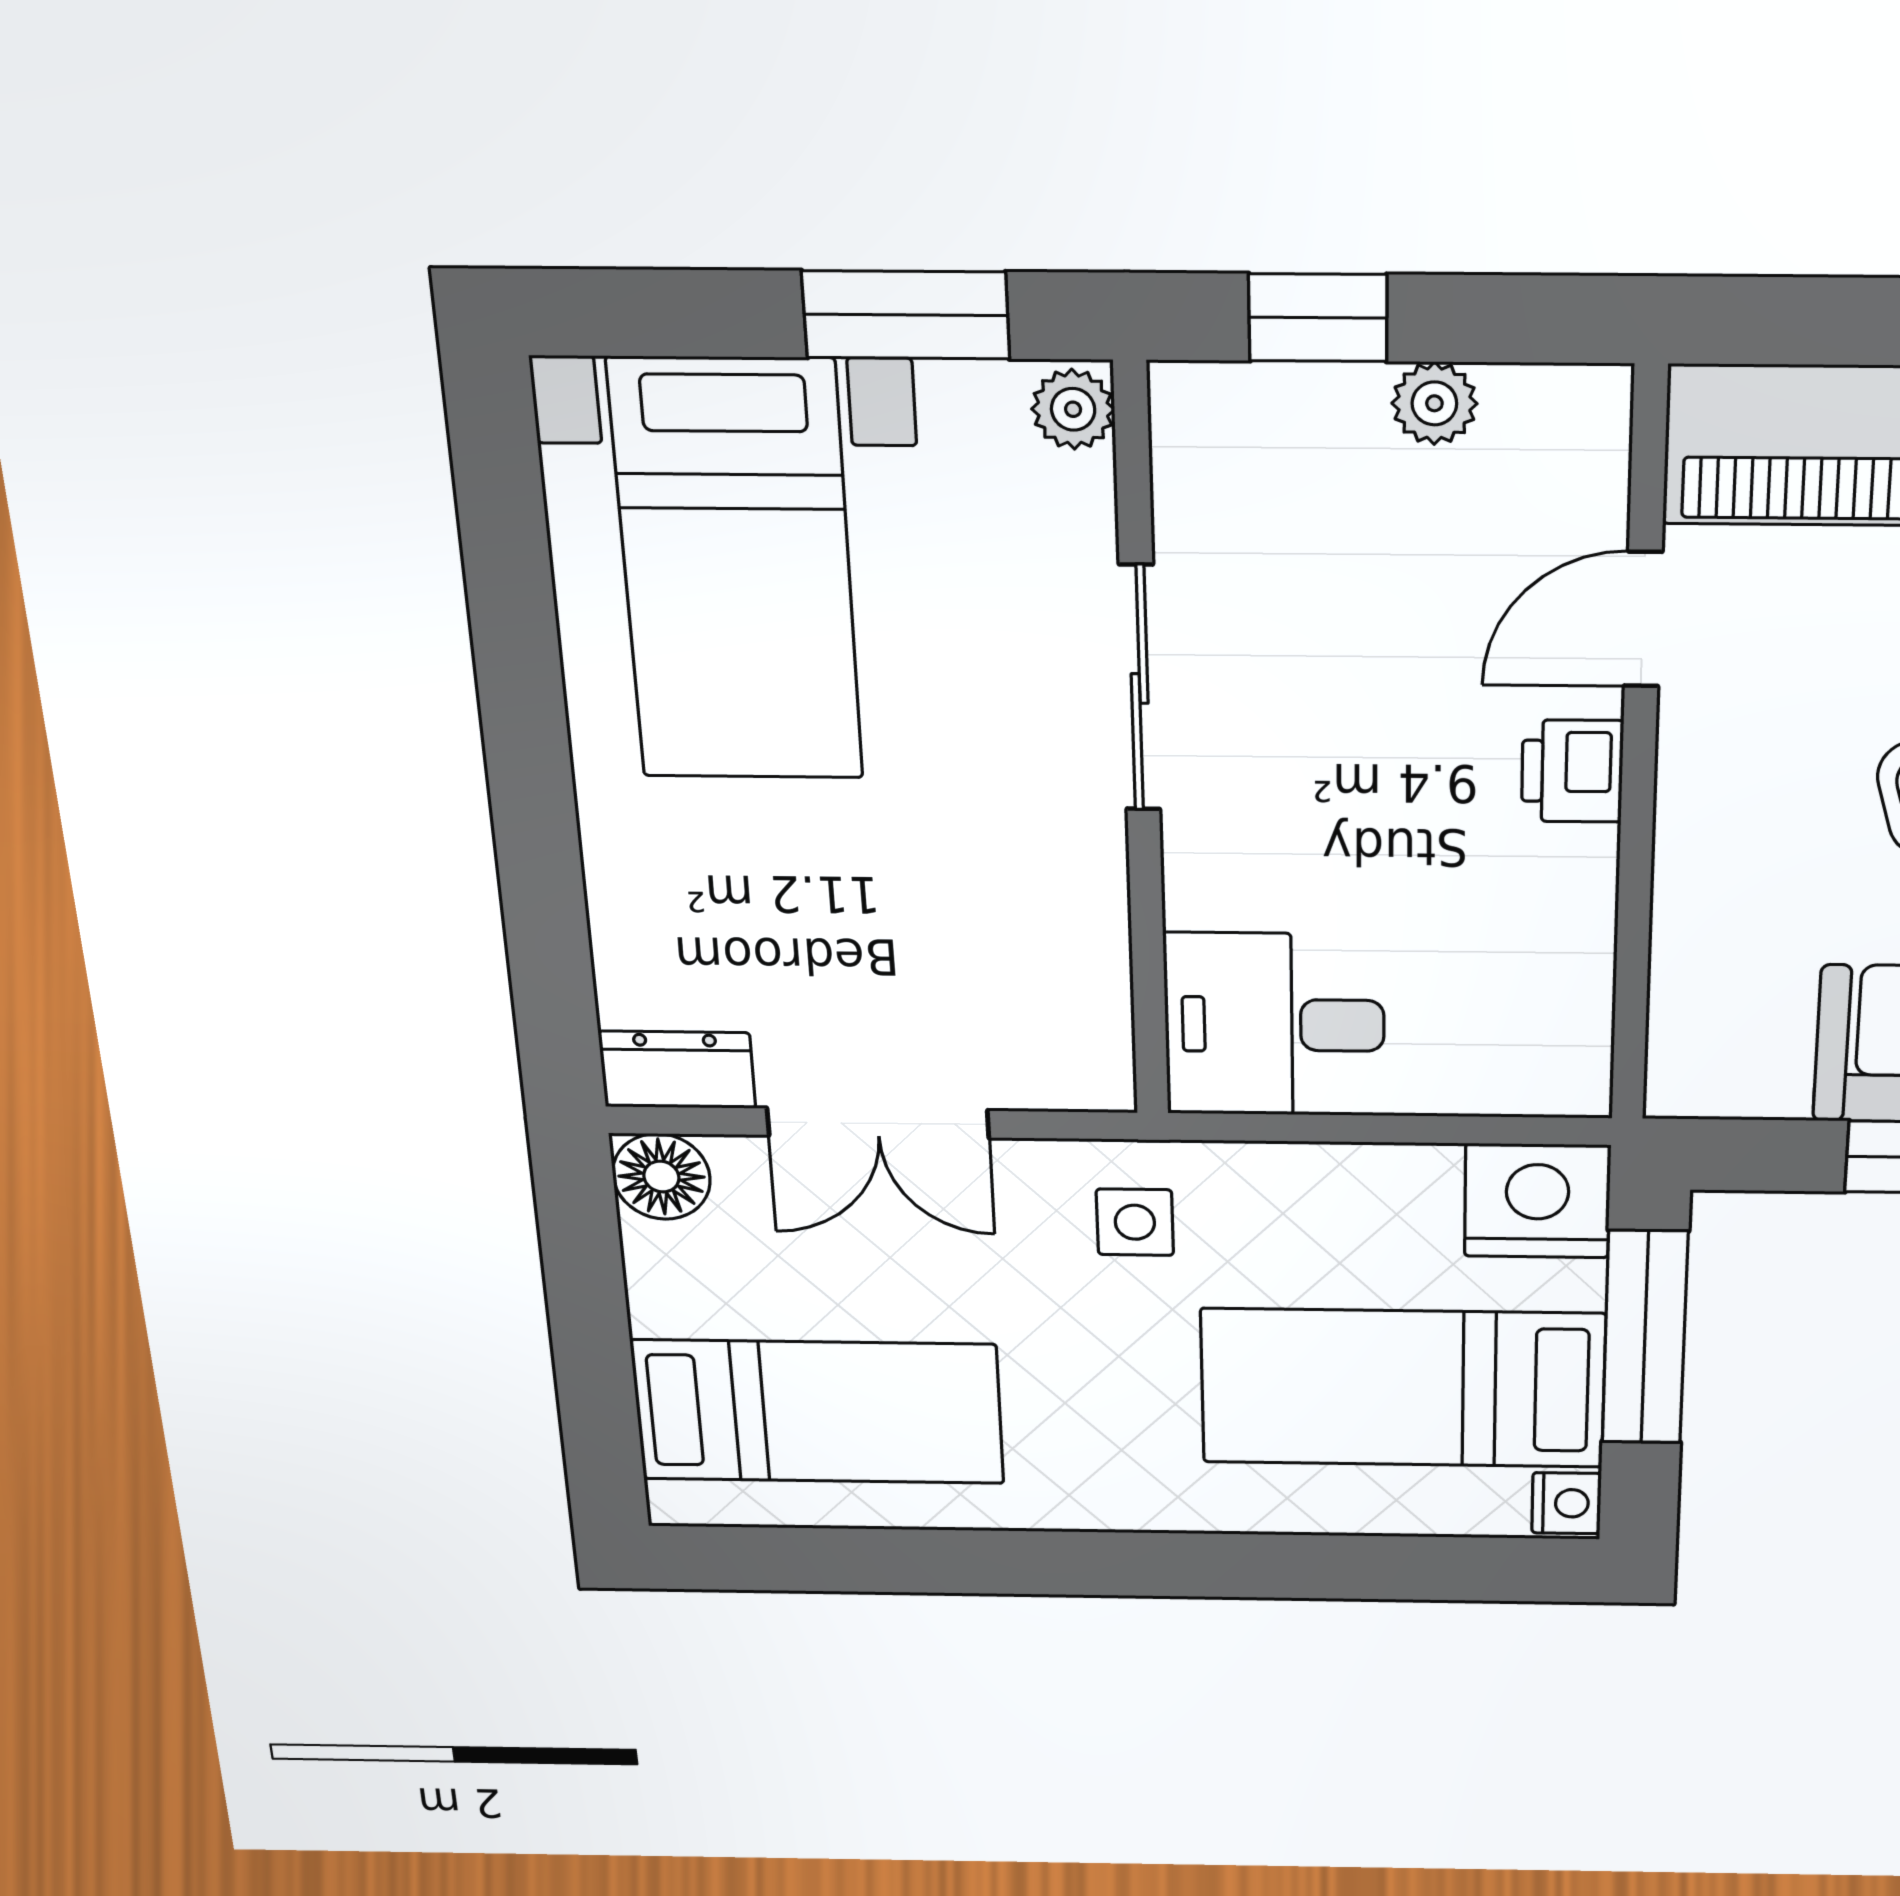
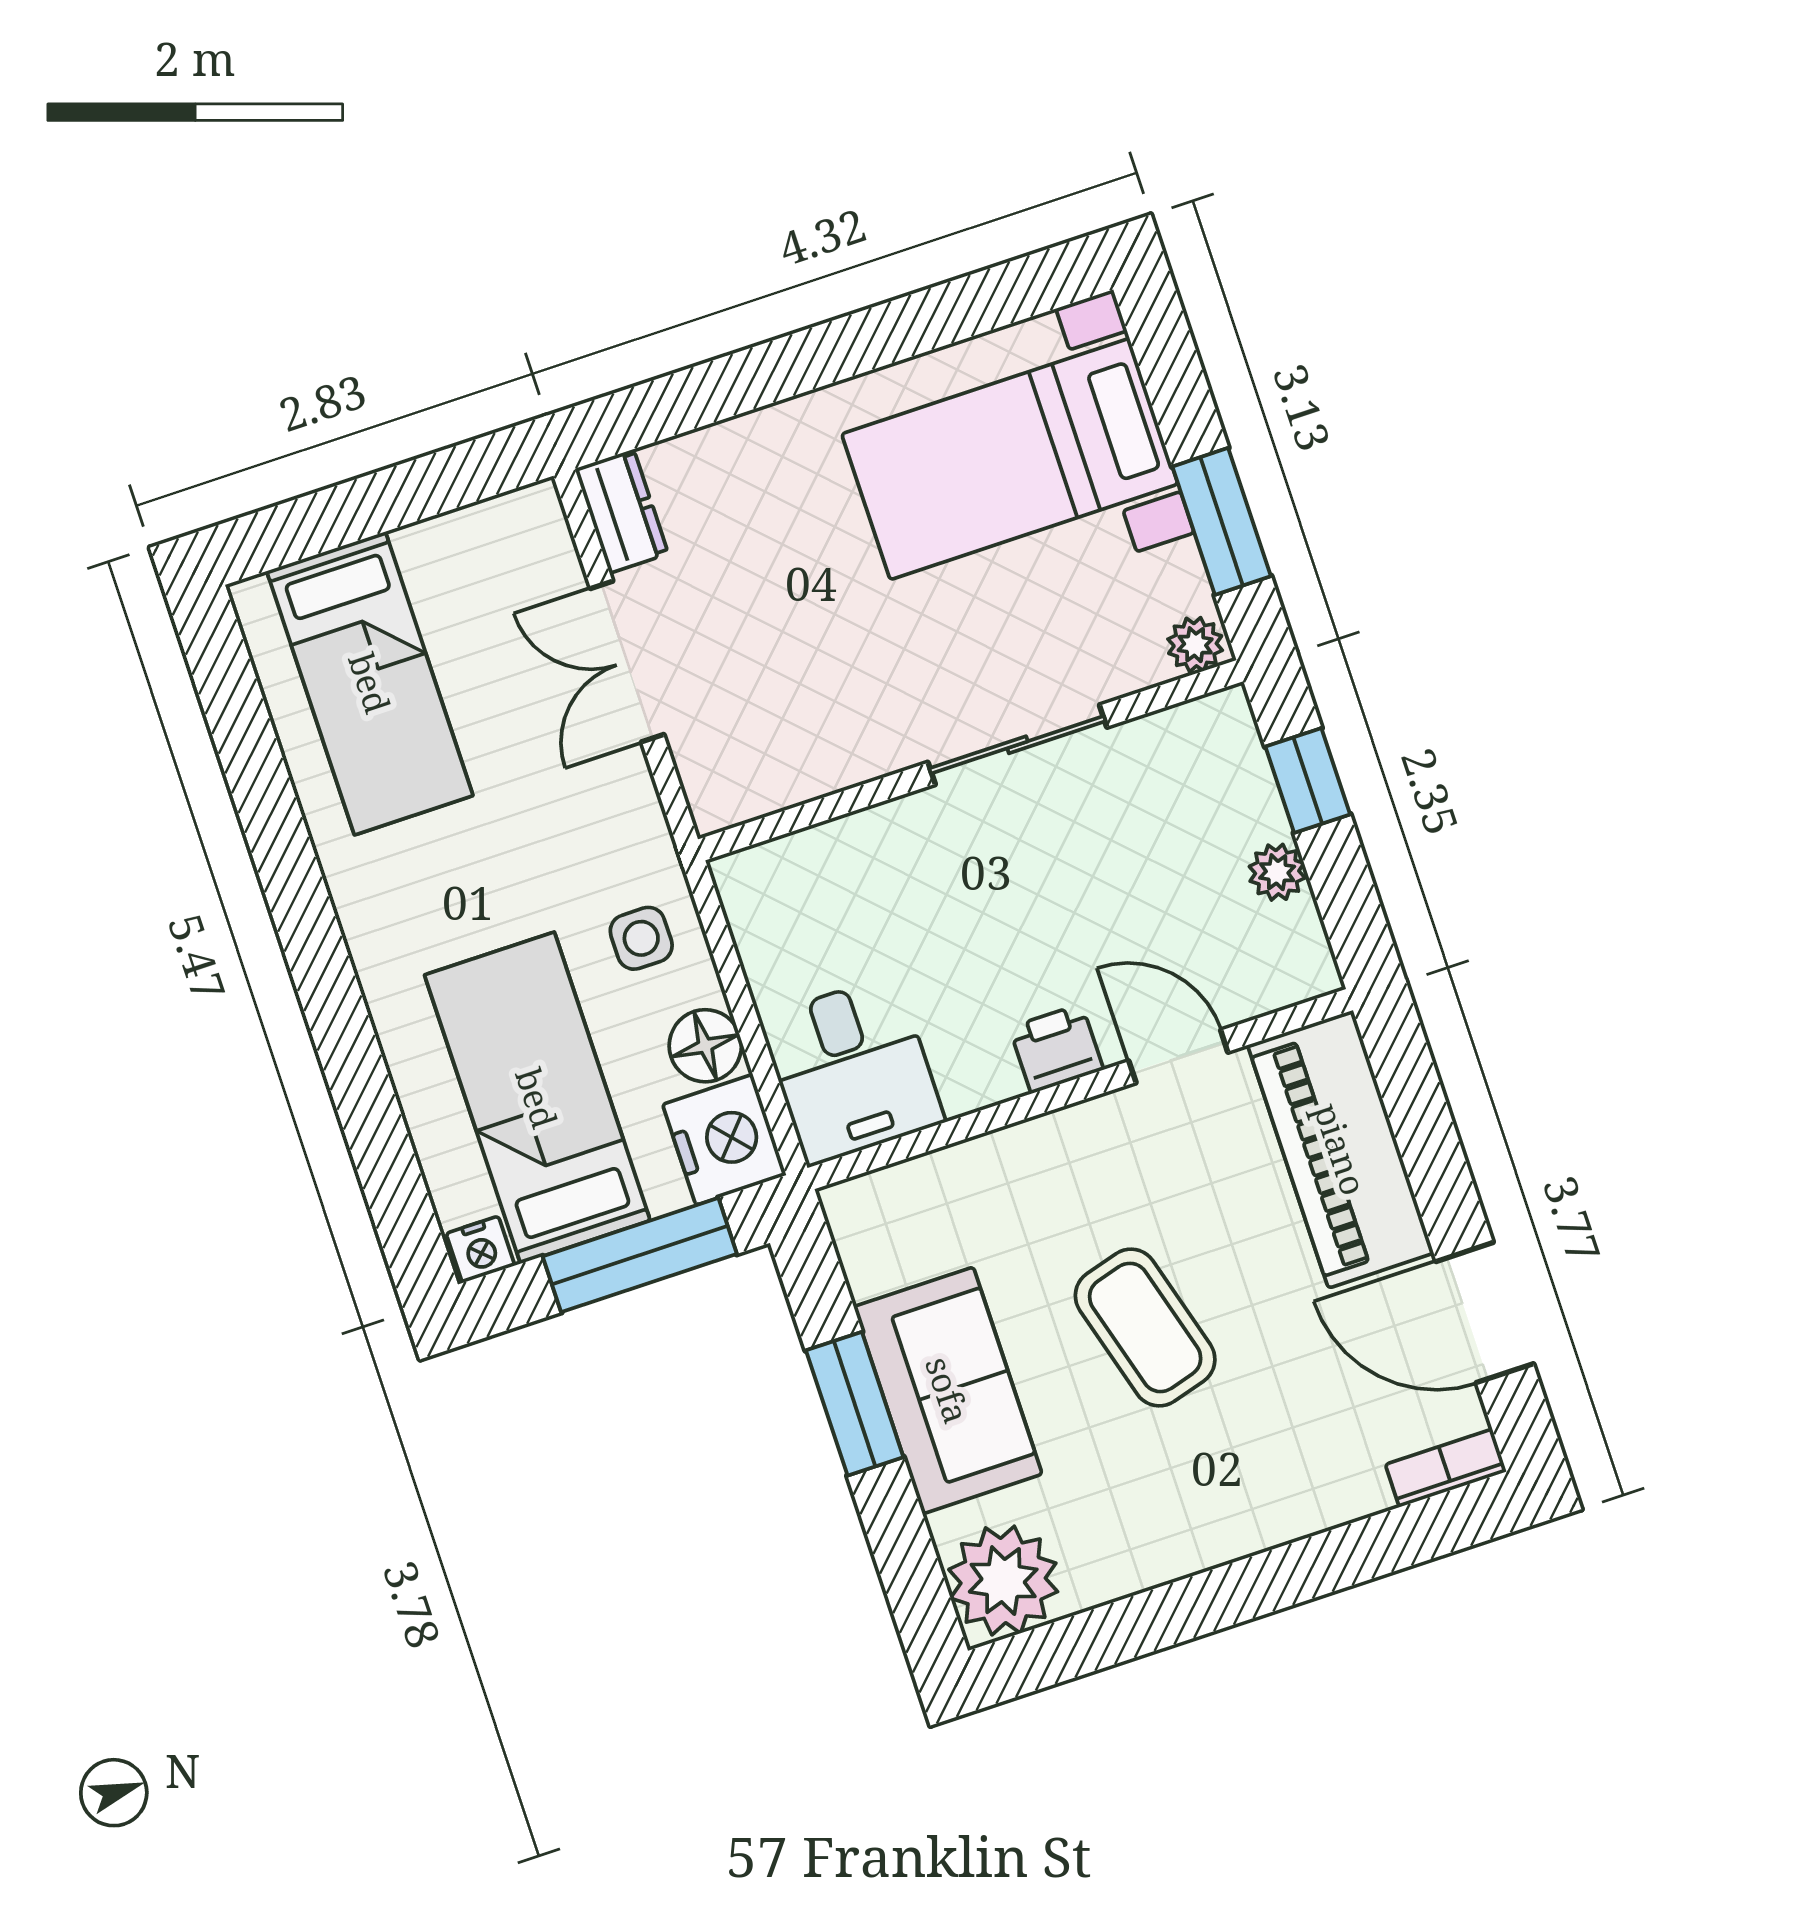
desk: (1274, 1025) -> (852, 1070), moved, turned 180
floor lamp: (661, 1177) -> (705, 1046), moved
side table: (1135, 1222) -> (641, 938), moved

